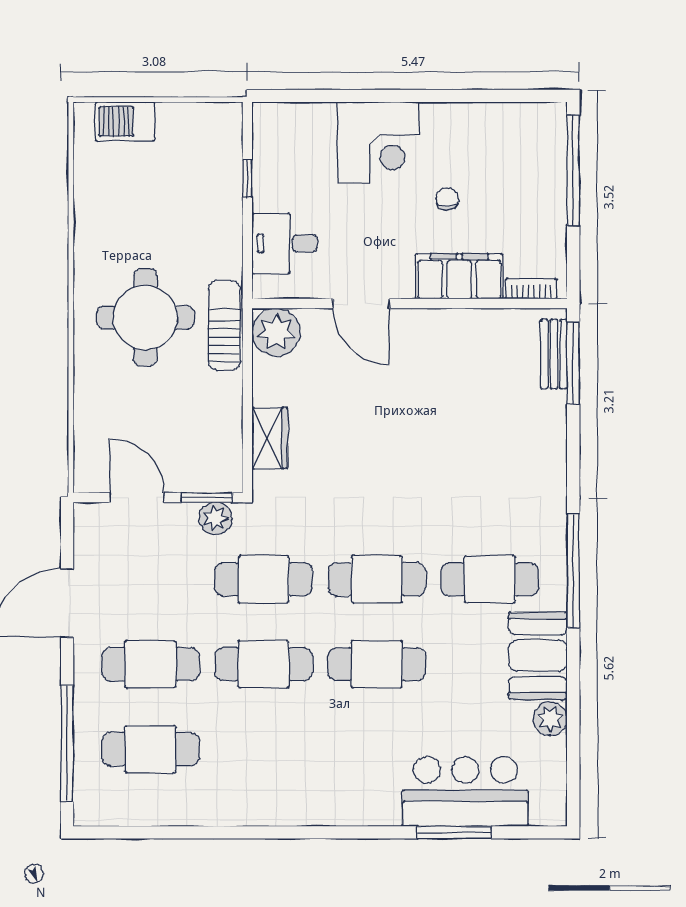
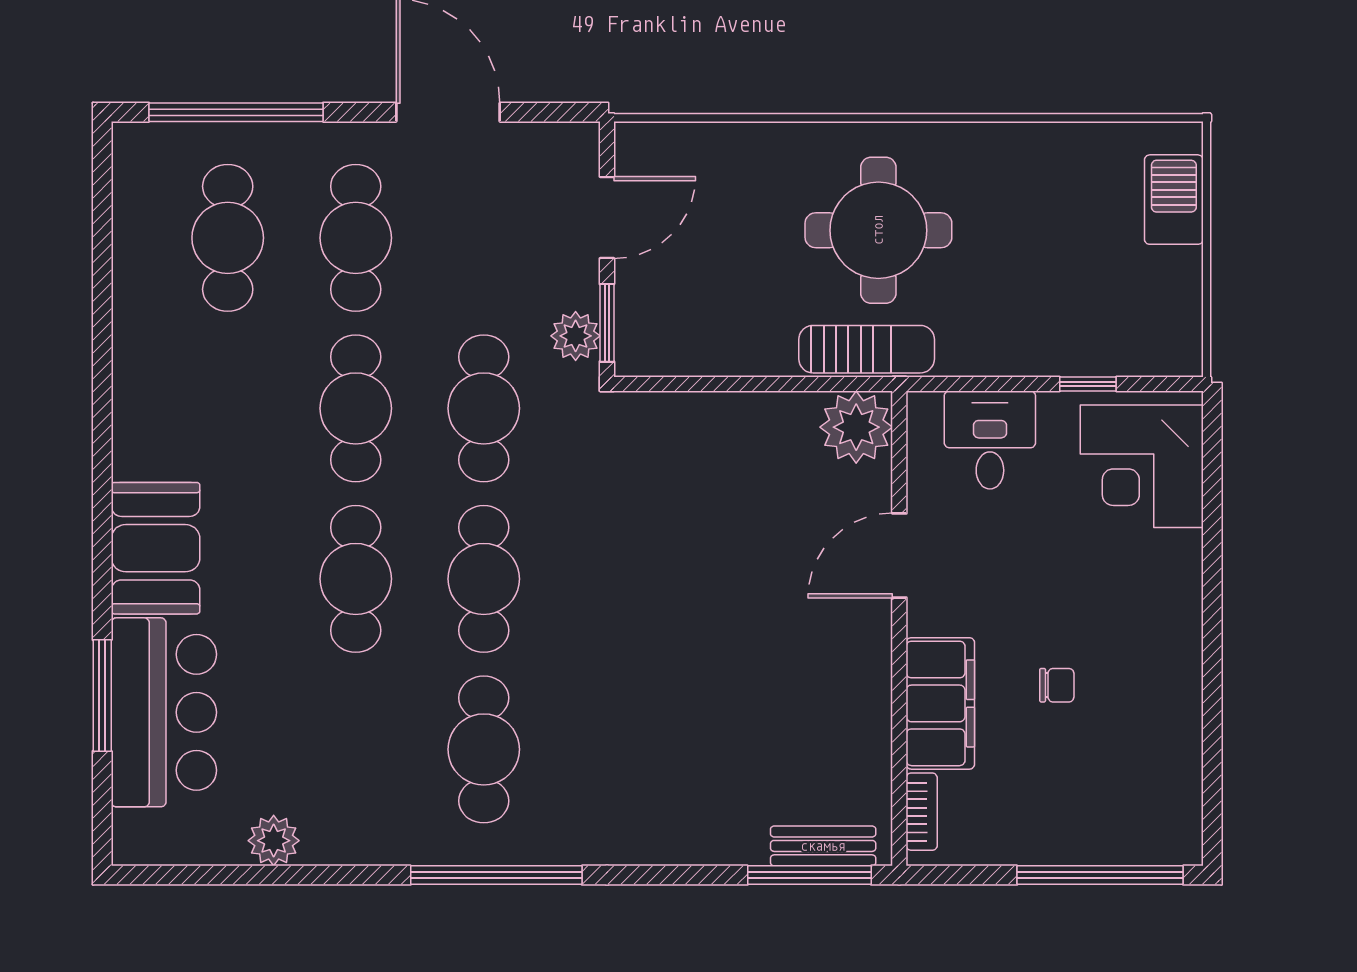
corner desk: (378, 143) -> (1142, 466), moved
wardrobe: (270, 438) -> (697, 418), removed
booth: (538, 656) -> (156, 548), moved, turned 90

